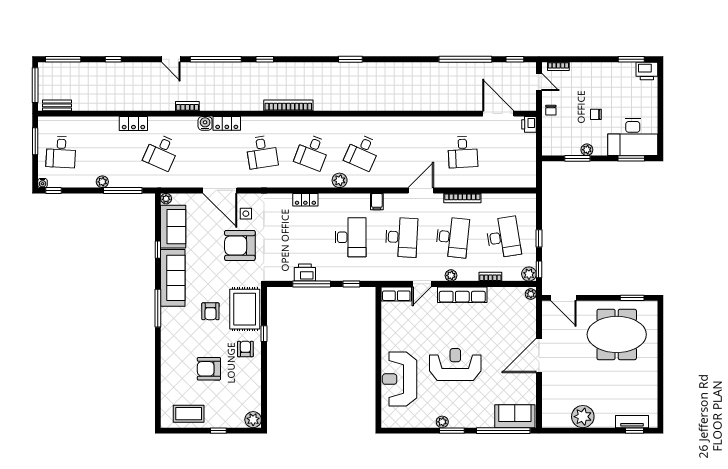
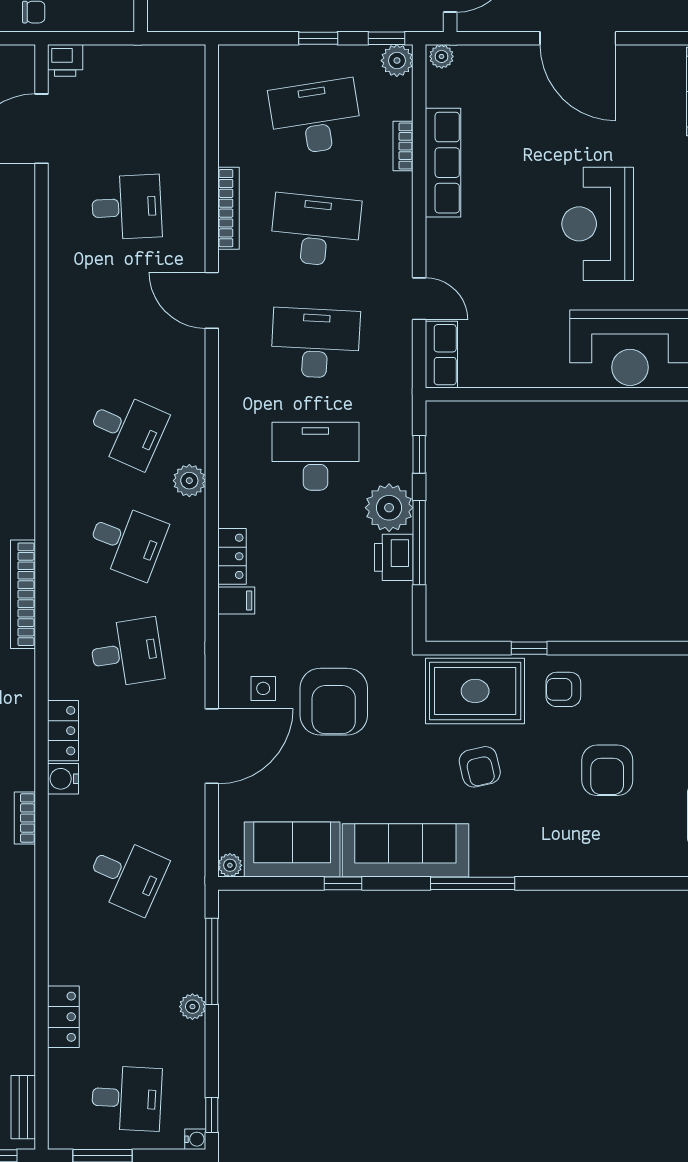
locker: (133, 124) -> (63, 1017), moved
filing cabinet: (377, 202) -> (236, 601), moved
plant: (451, 275) -> (389, 508), moved, width x1.88, depth x1.88
row of seats: (462, 295) -> (443, 163), moved
armchair: (210, 311) -> (480, 767), turned 77

